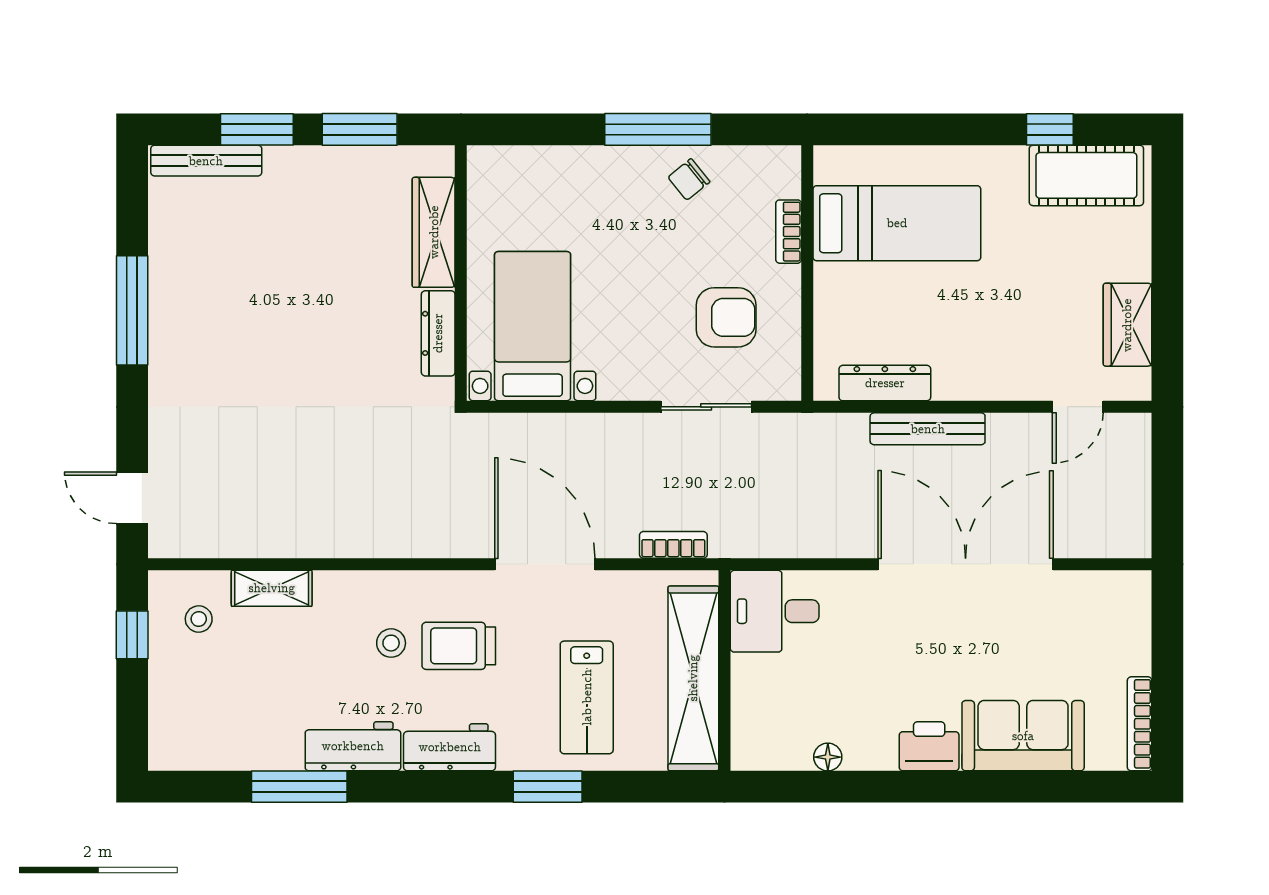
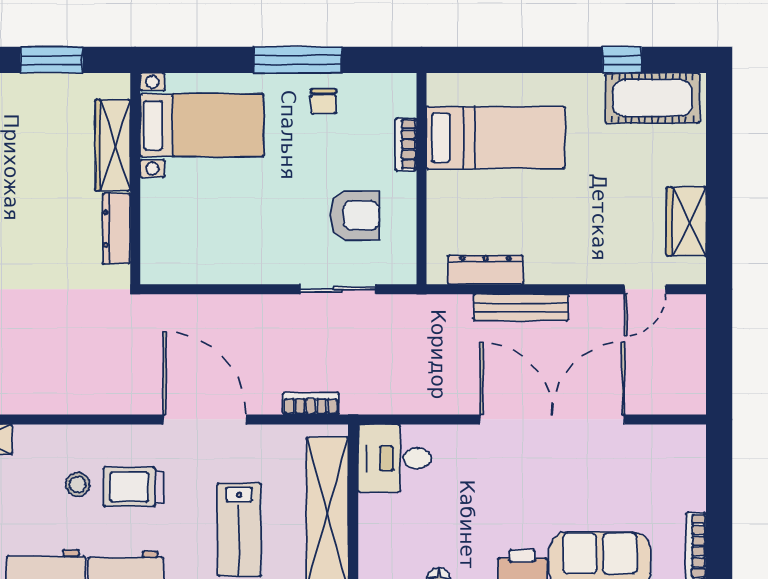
chair: (689, 179) -> (324, 101), turned -51
bed with nightstands: (533, 326) -> (202, 125), moved, turned 90

